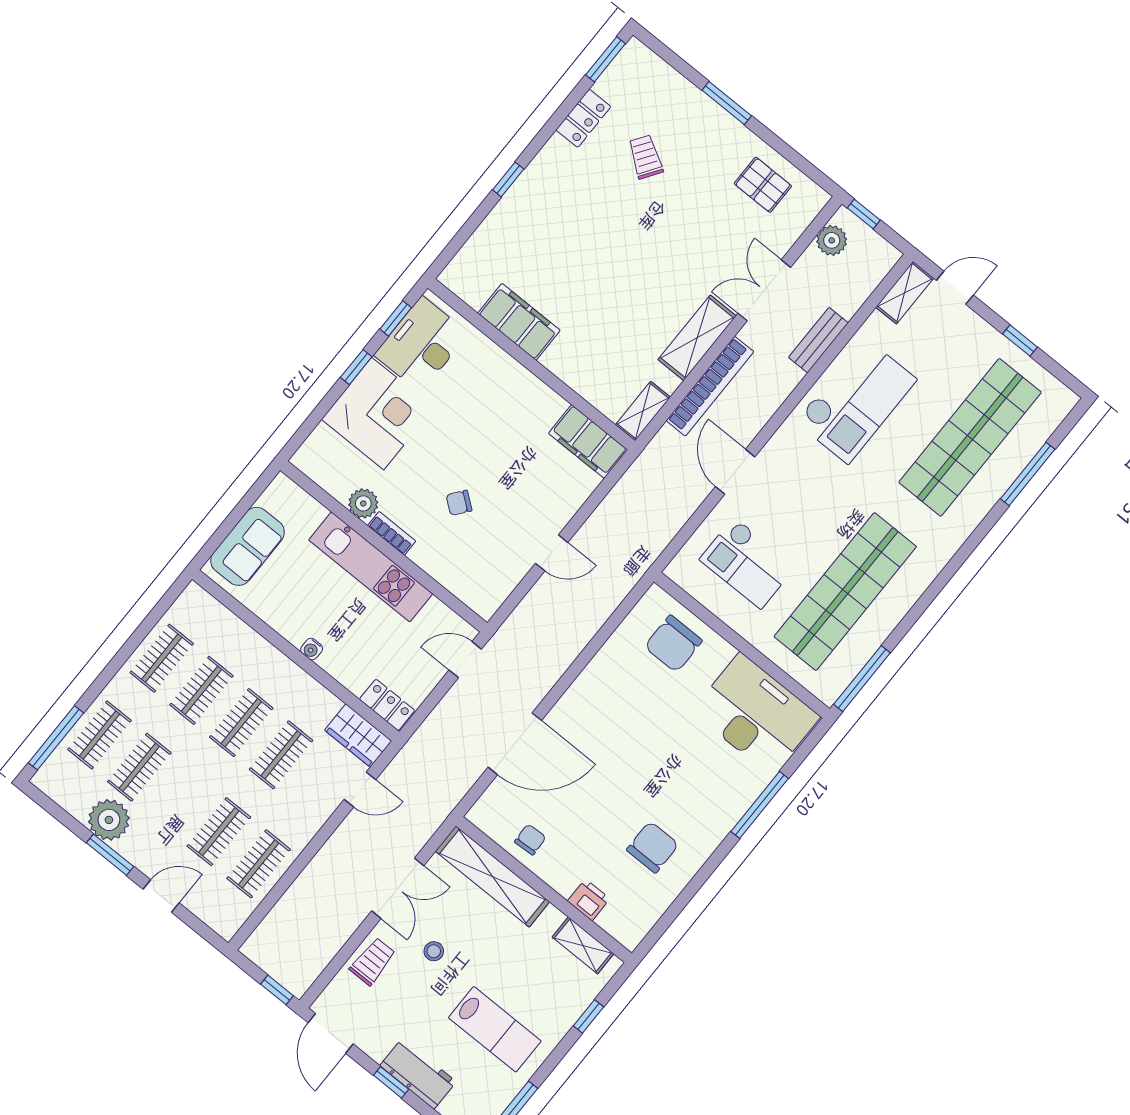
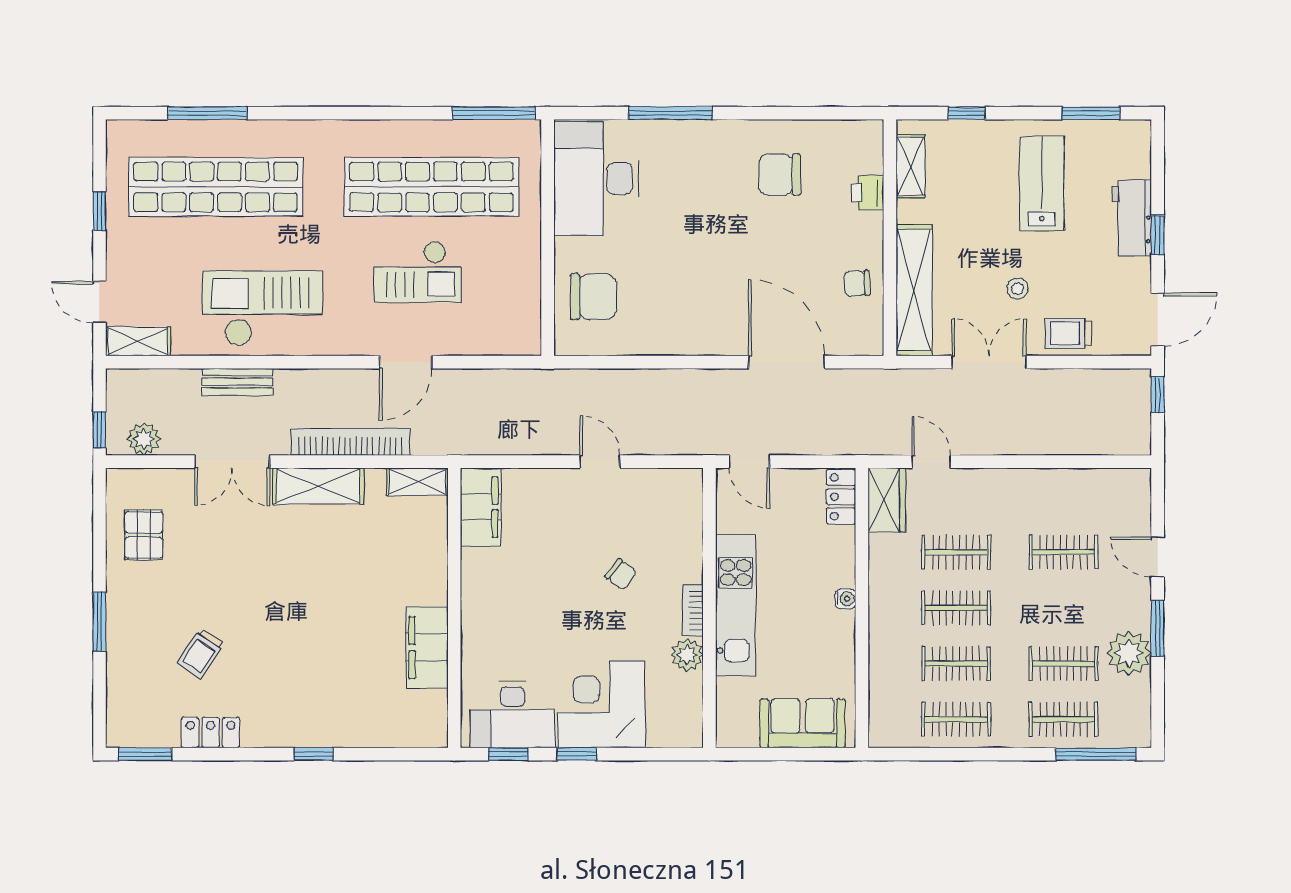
checkout: (747, 563) -> (418, 272), moved, turned 90
clothes rail: (259, 864) -> (1064, 497), removed

